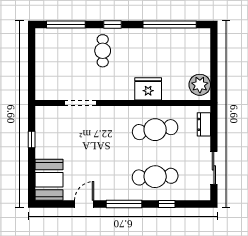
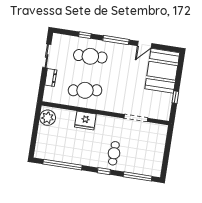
dresser: (204, 124) -> (51, 78), moved
booth: (49, 180) -> (162, 71), width x1.36, depth x1.42

